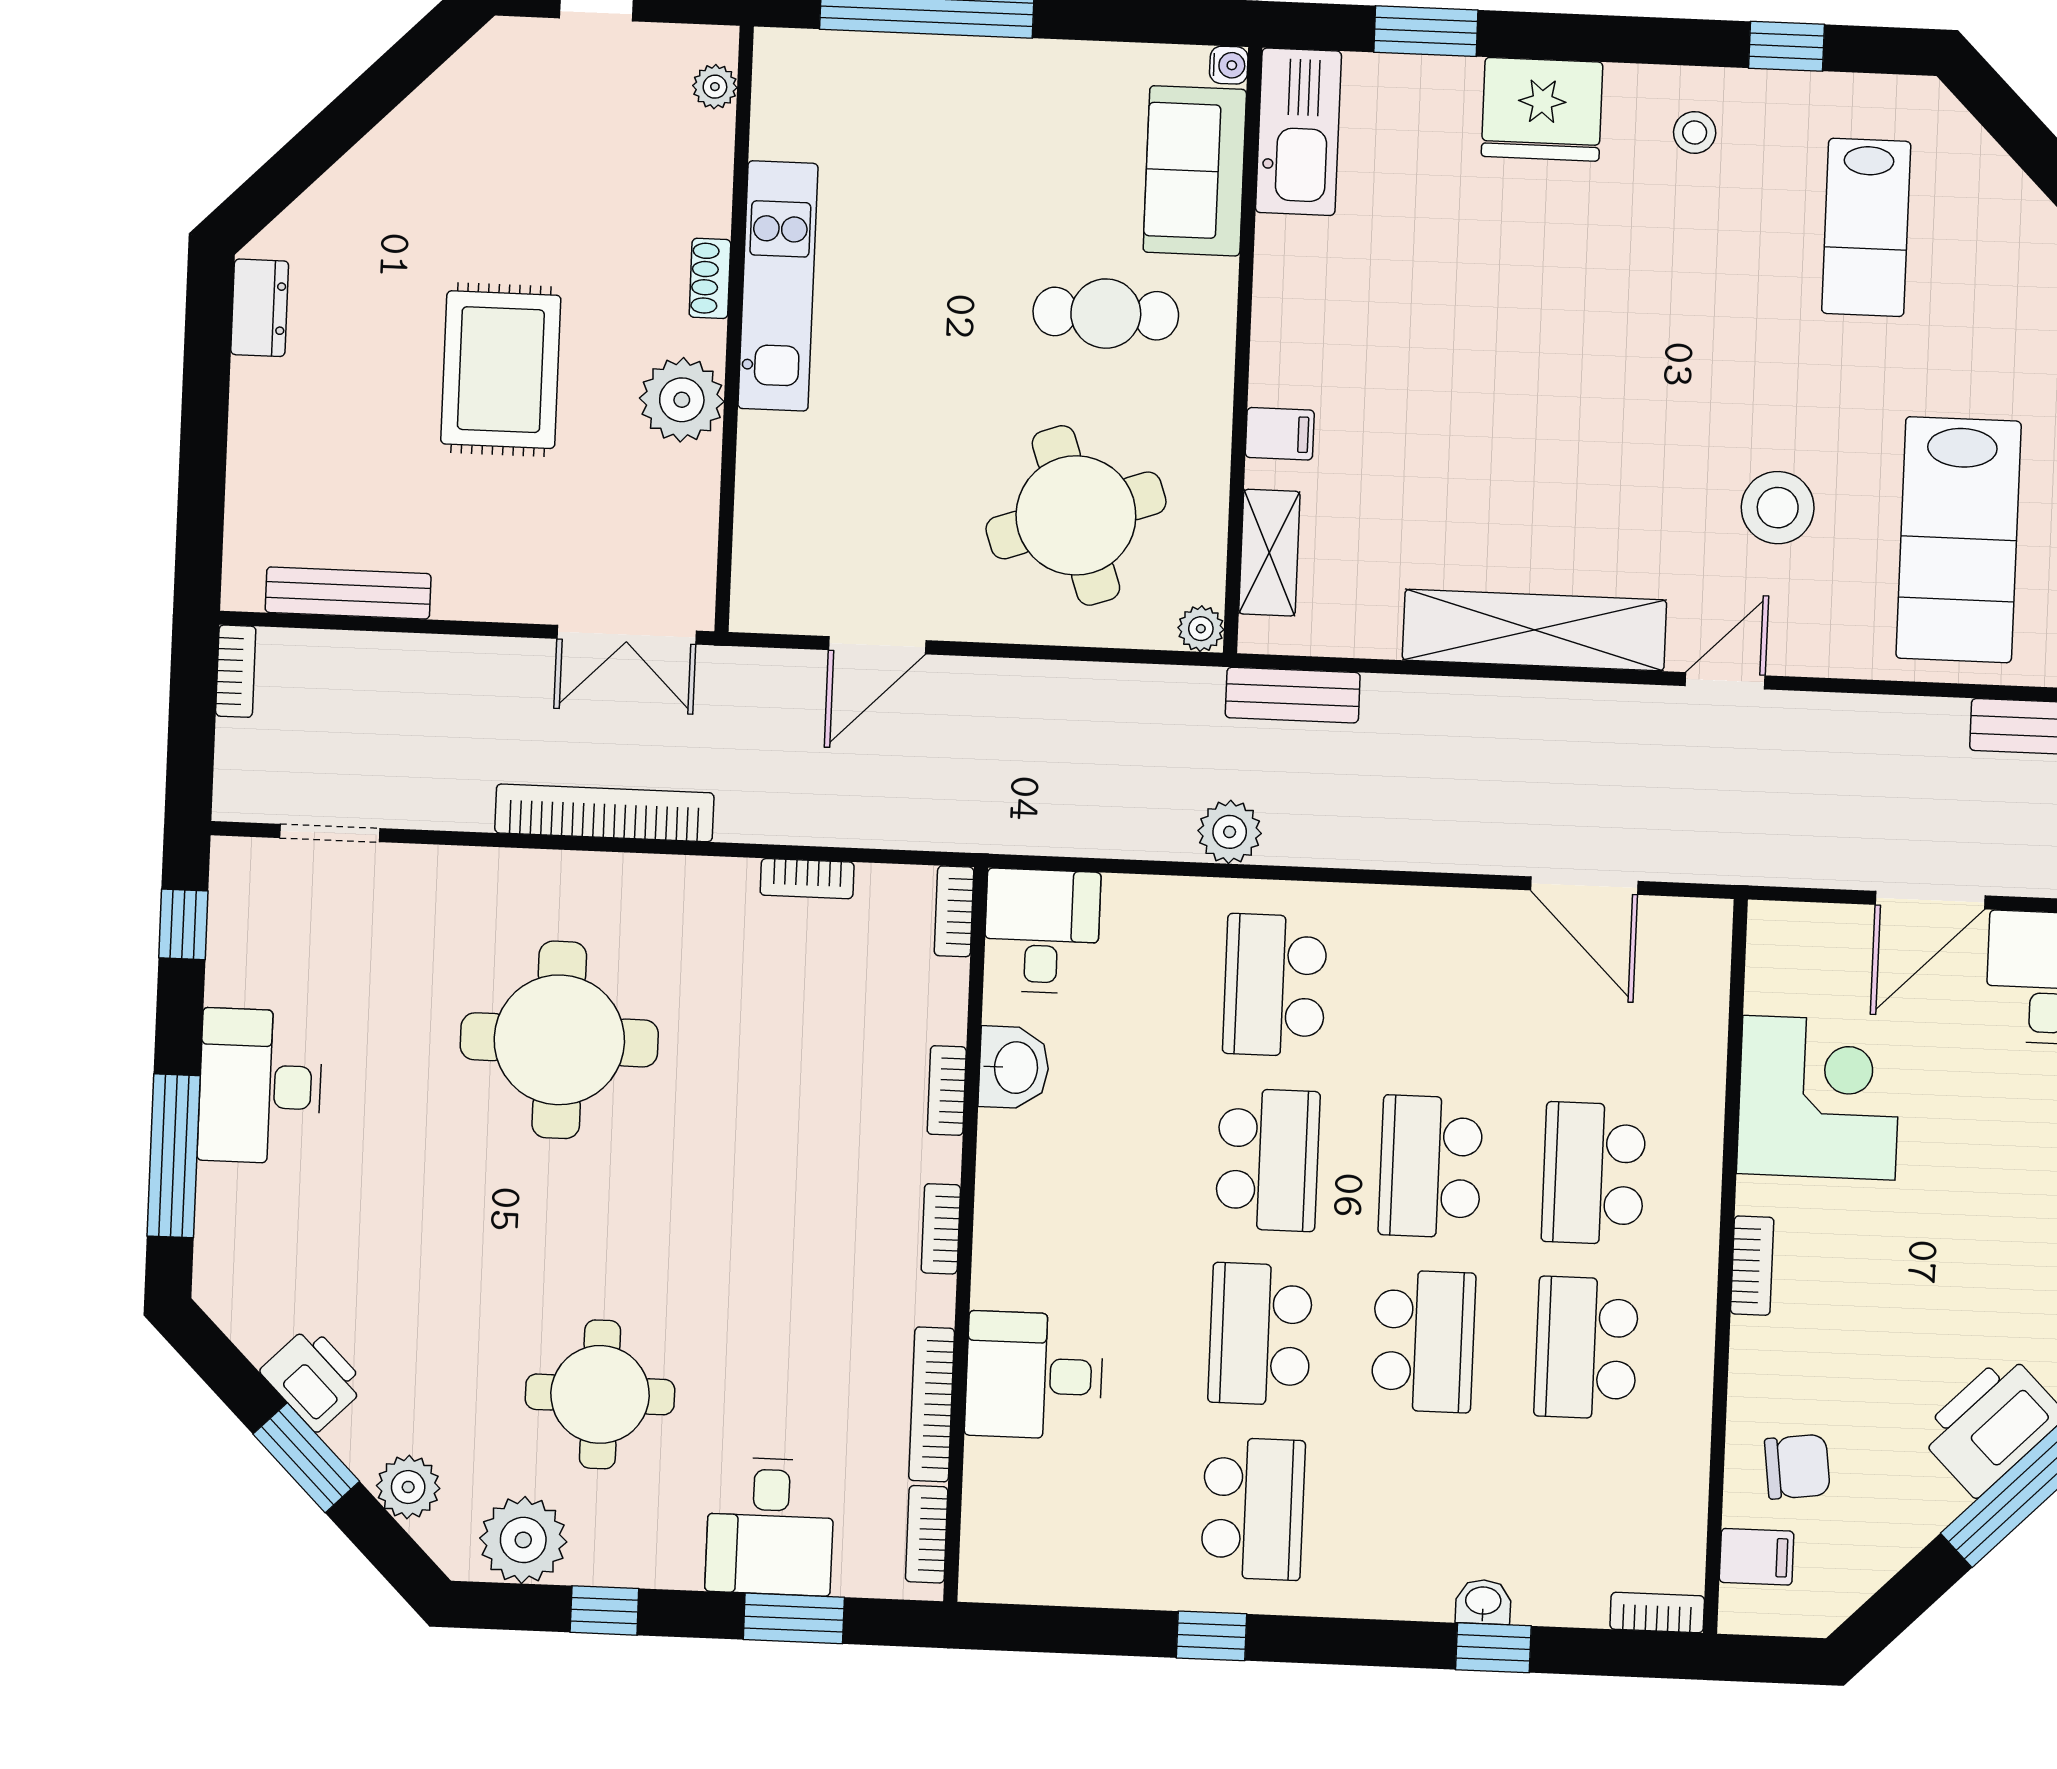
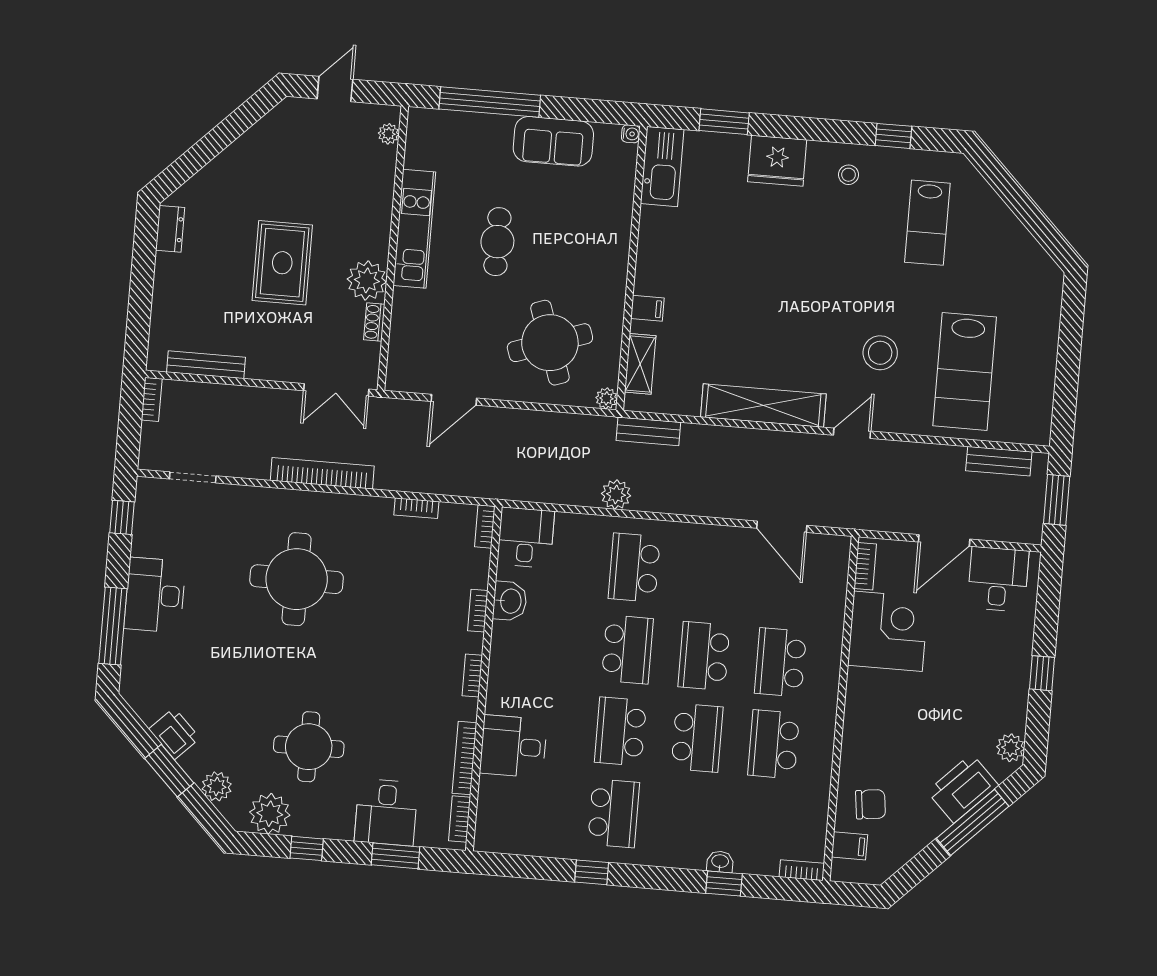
sofa: (1195, 171) -> (553, 141), moved, turned -90
shoe rack: (710, 278) -> (374, 322), moved
cafe table: (1106, 314) -> (497, 242), moved, turned 90
bookcase: (1752, 1266) -> (865, 566), moved

